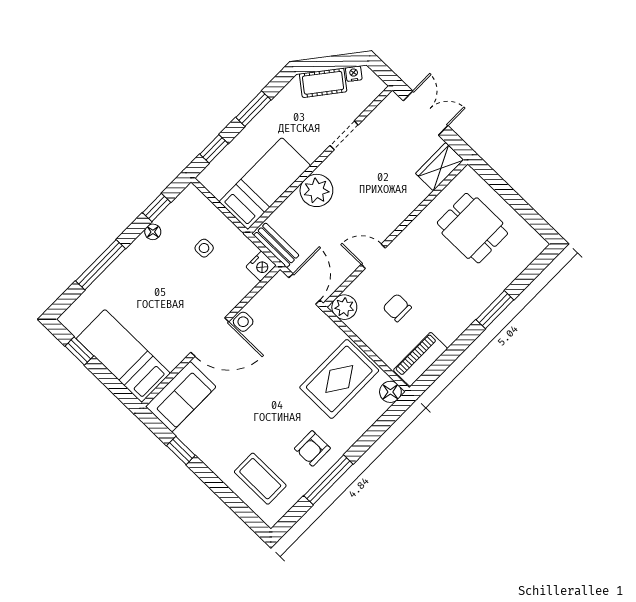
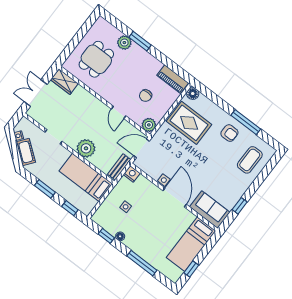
plant: (496, 282) -> (124, 43), added

